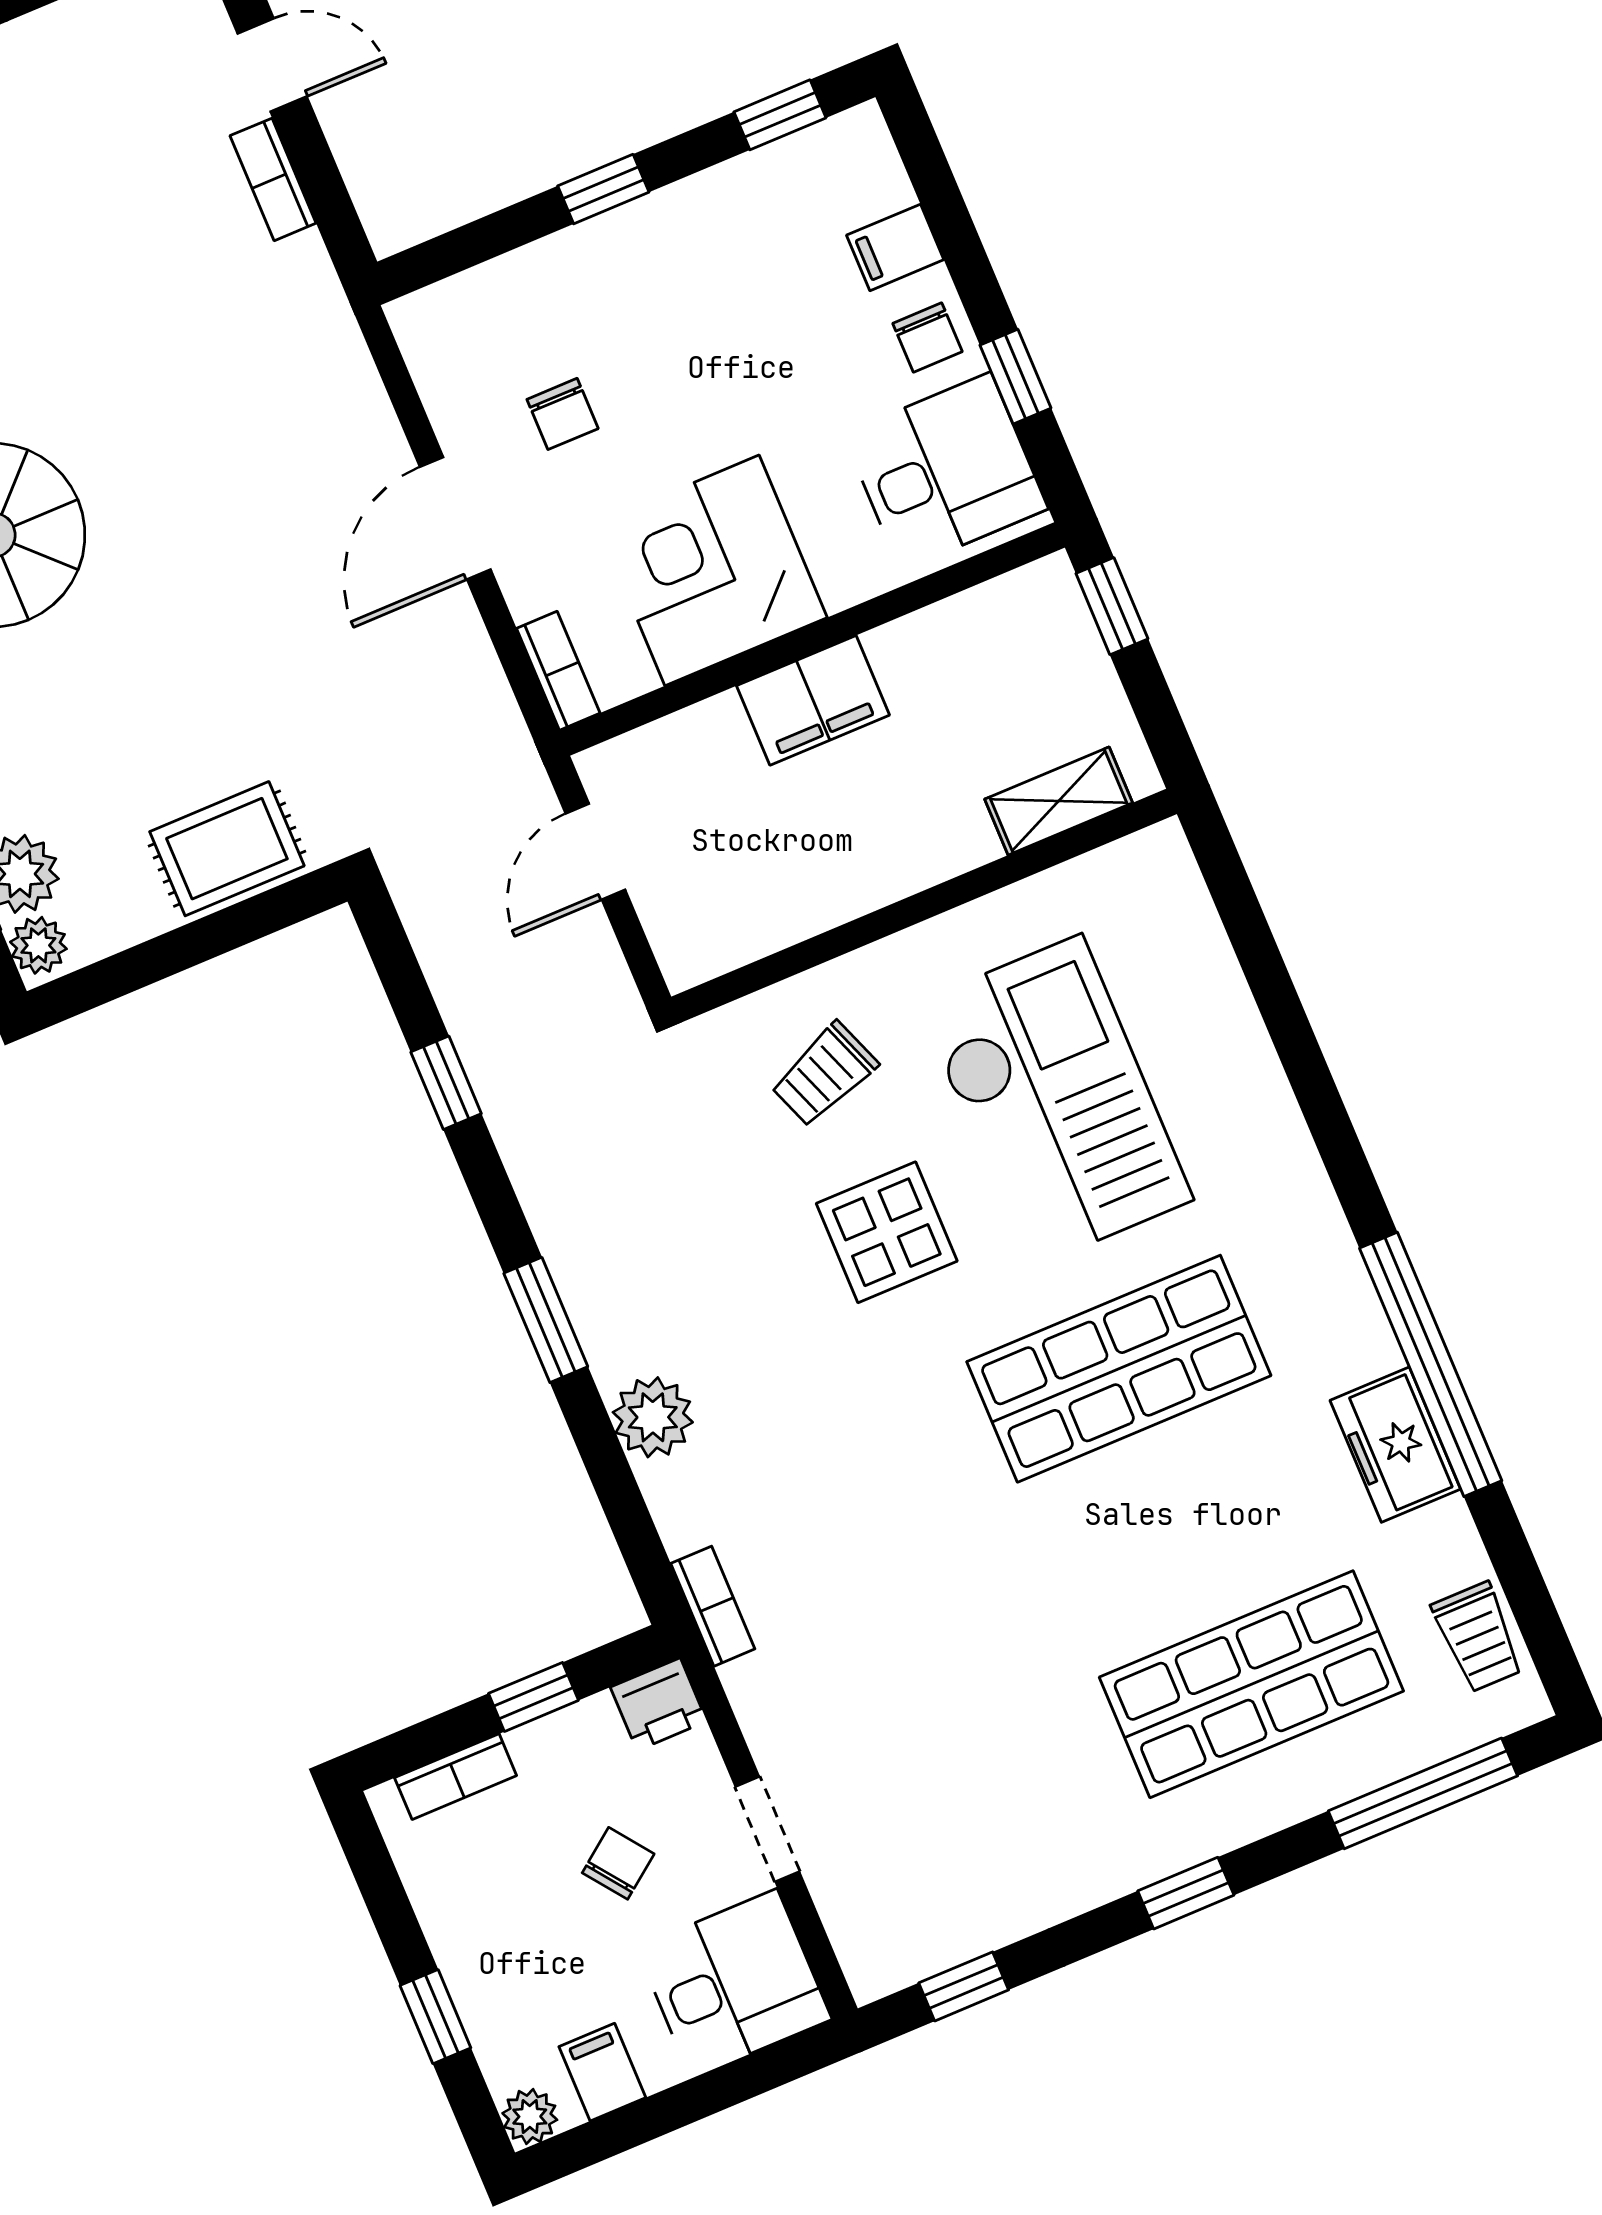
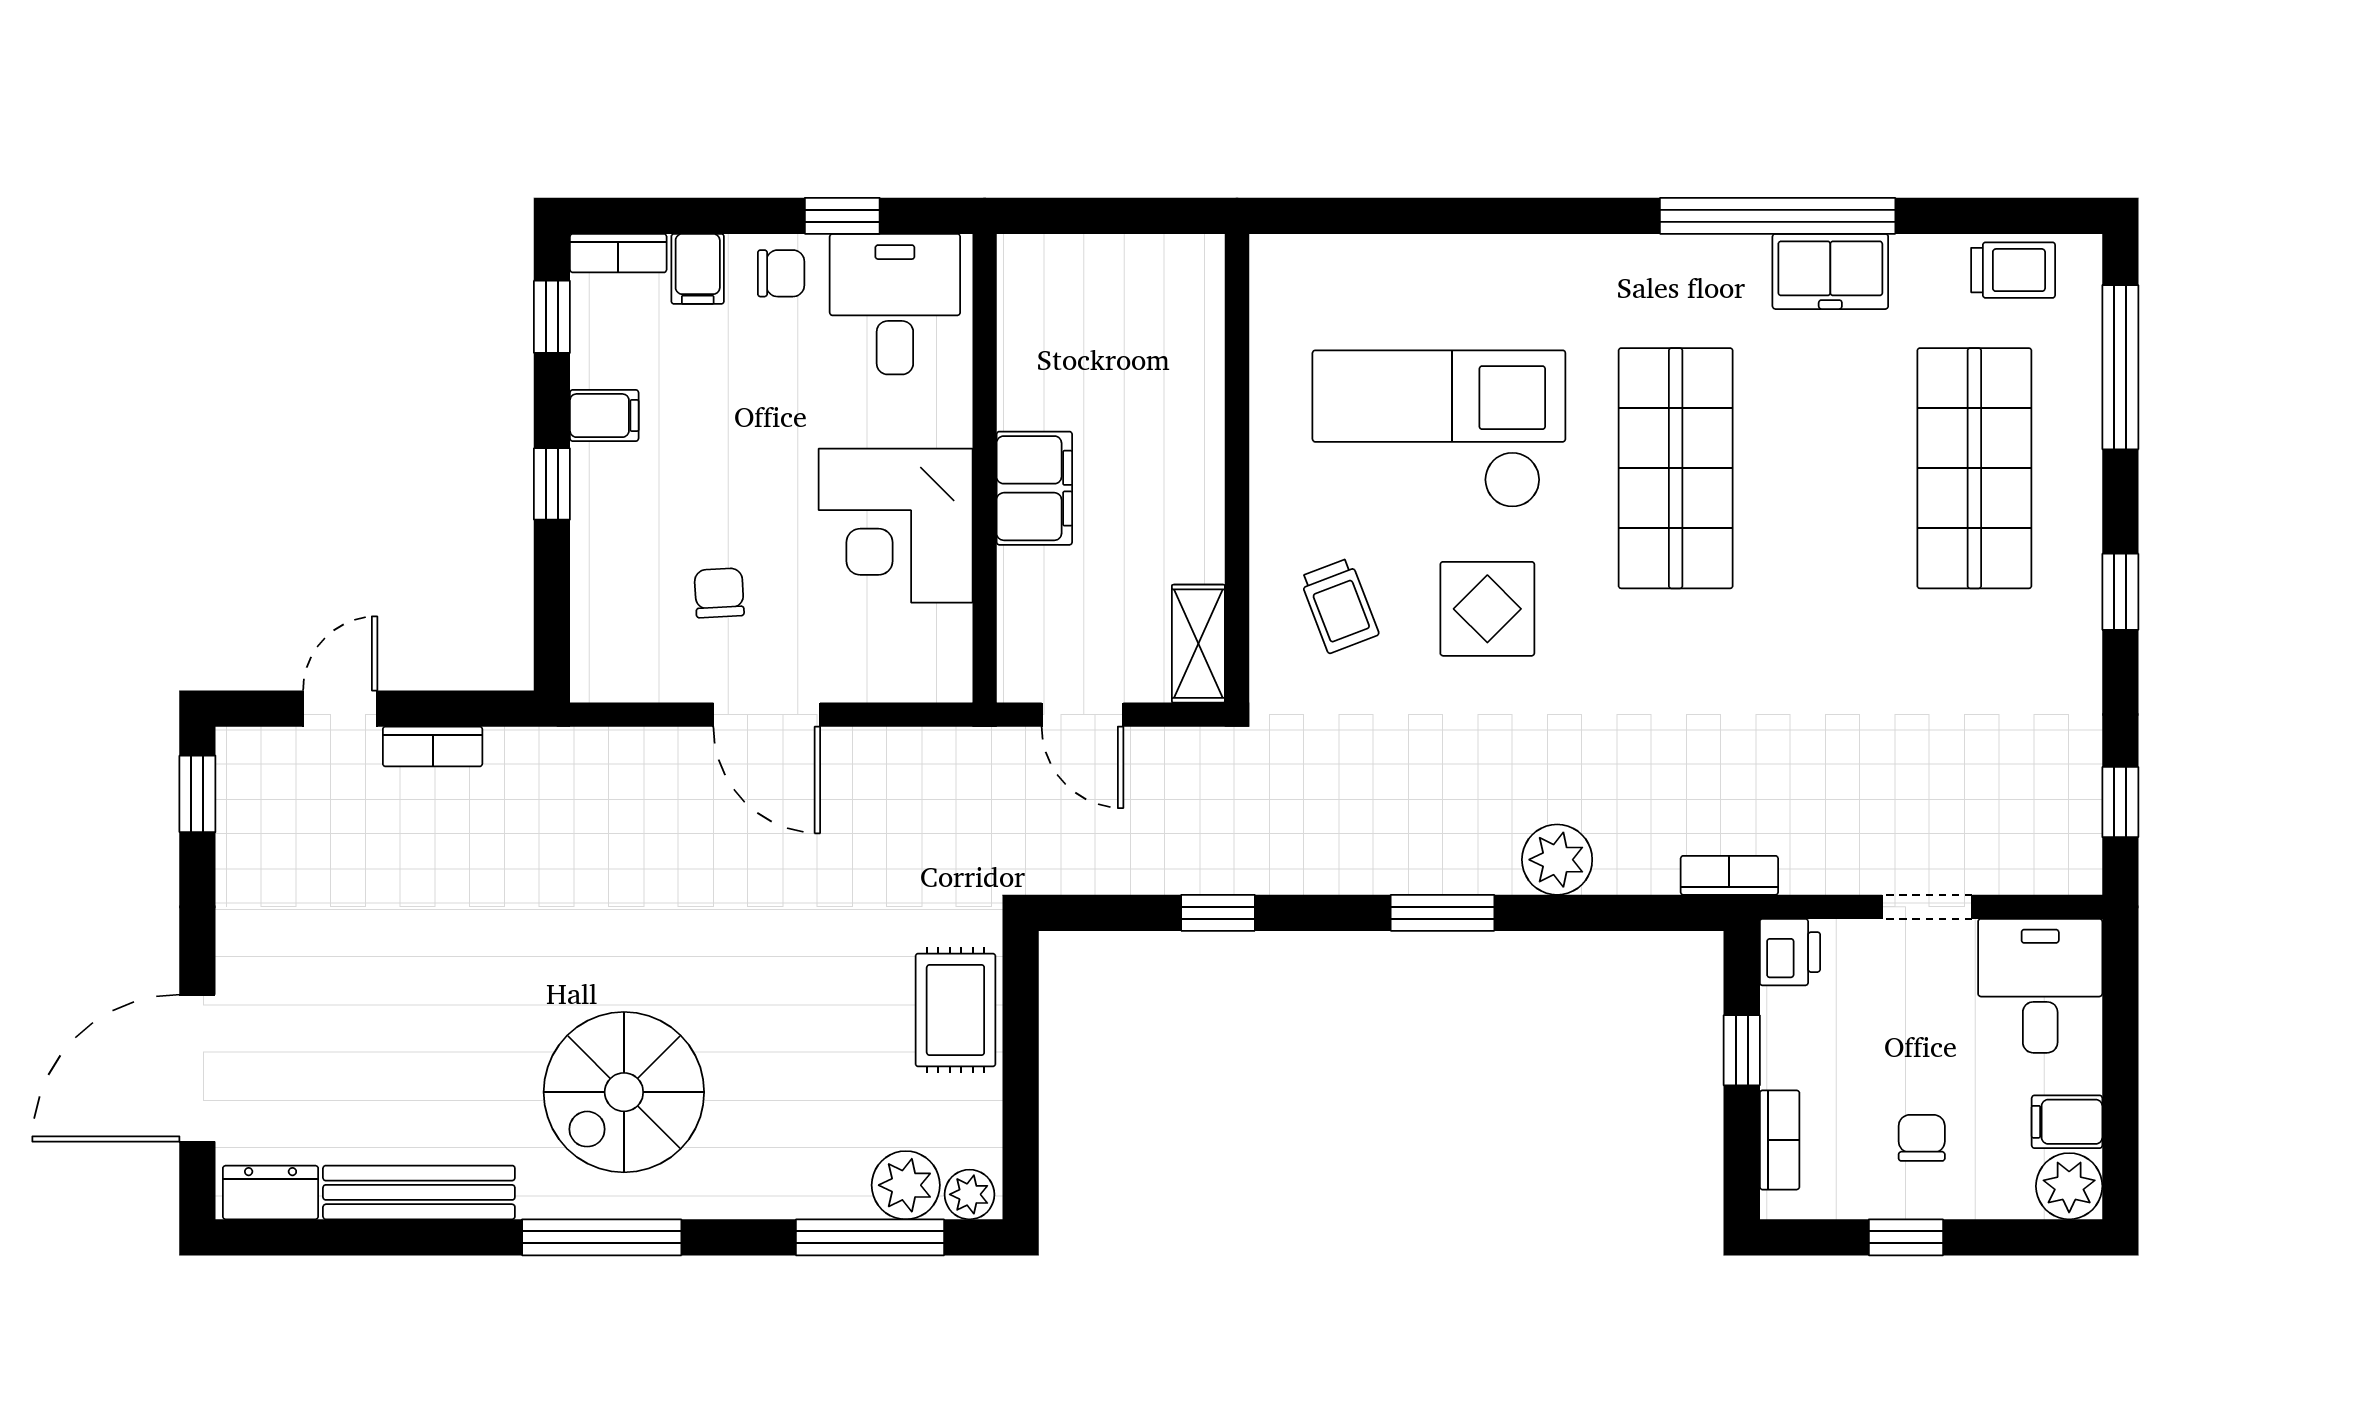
filing cabinet: (699, 214) -> (604, 416), added
chair: (563, 414) -> (719, 593), turned -93
window: (1112, 606) -> (1060, 216), removed
bookcase: (558, 671) -> (618, 253), moved, turned 180
shelving: (1059, 801) -> (1198, 644), moved
chair: (618, 1863) -> (1922, 1138), moved, turned 37
window: (435, 2017) -> (1906, 1237), moved
plant: (530, 2116) -> (2069, 1186), width x1.38, depth x1.38

